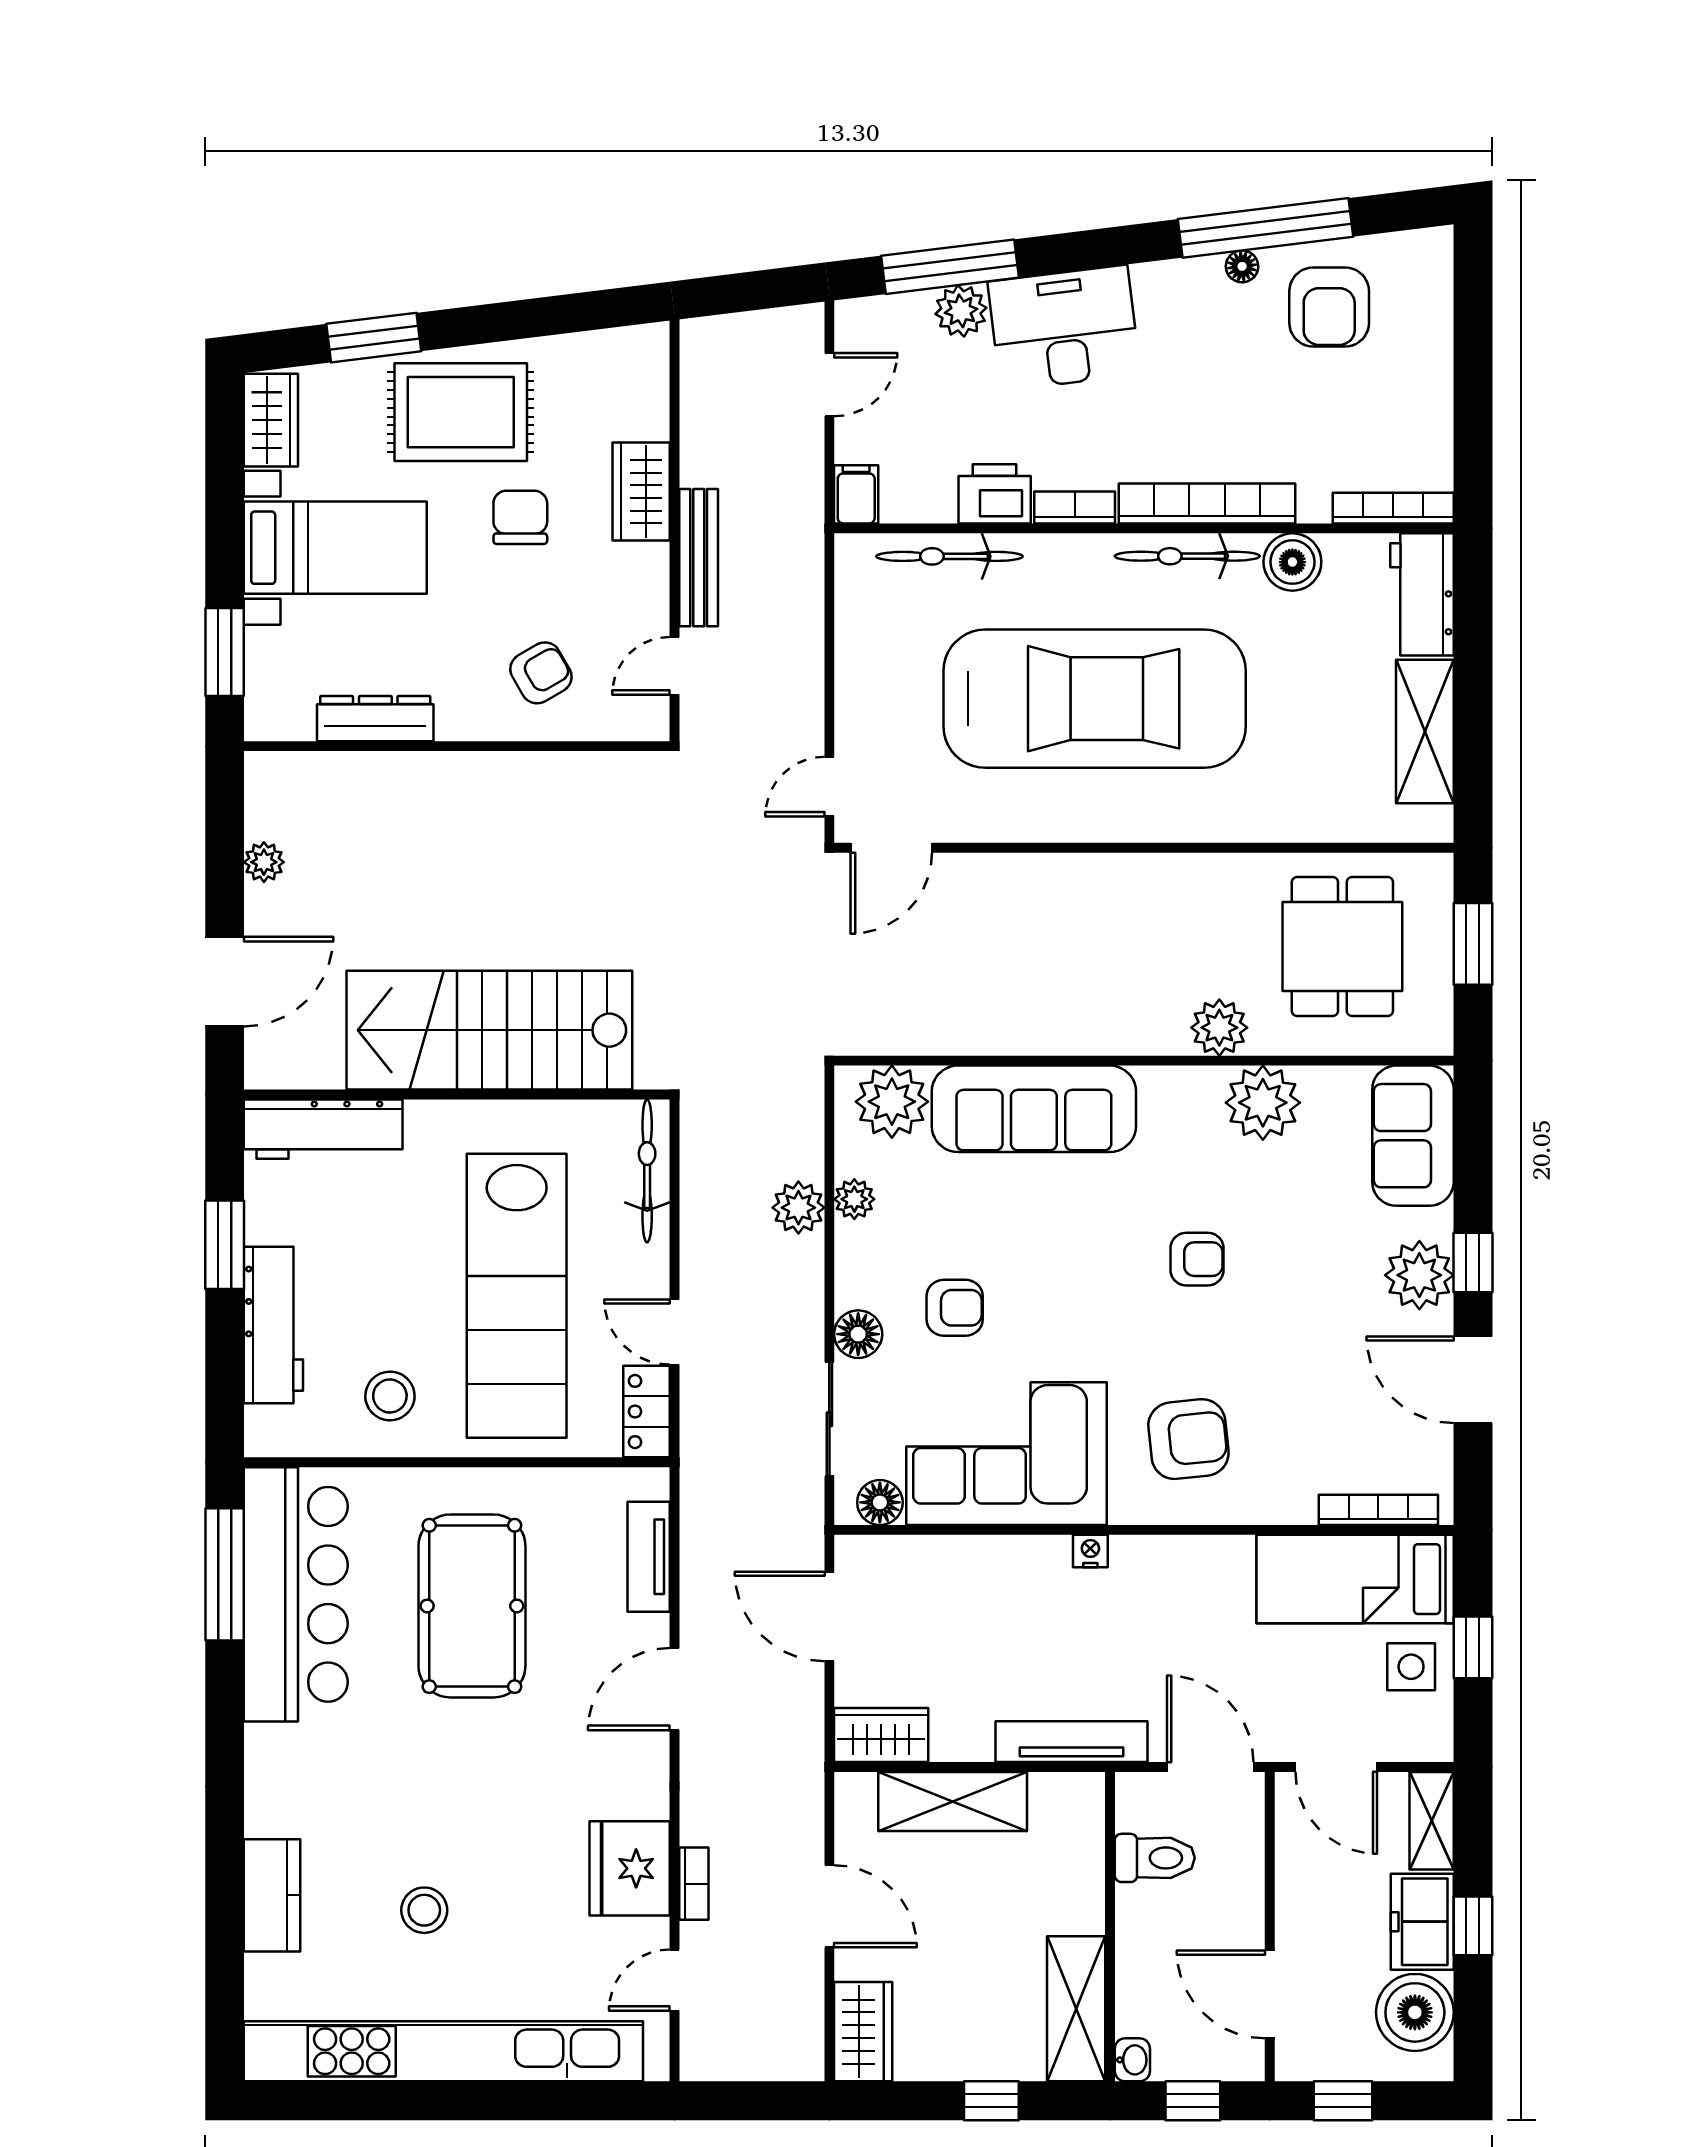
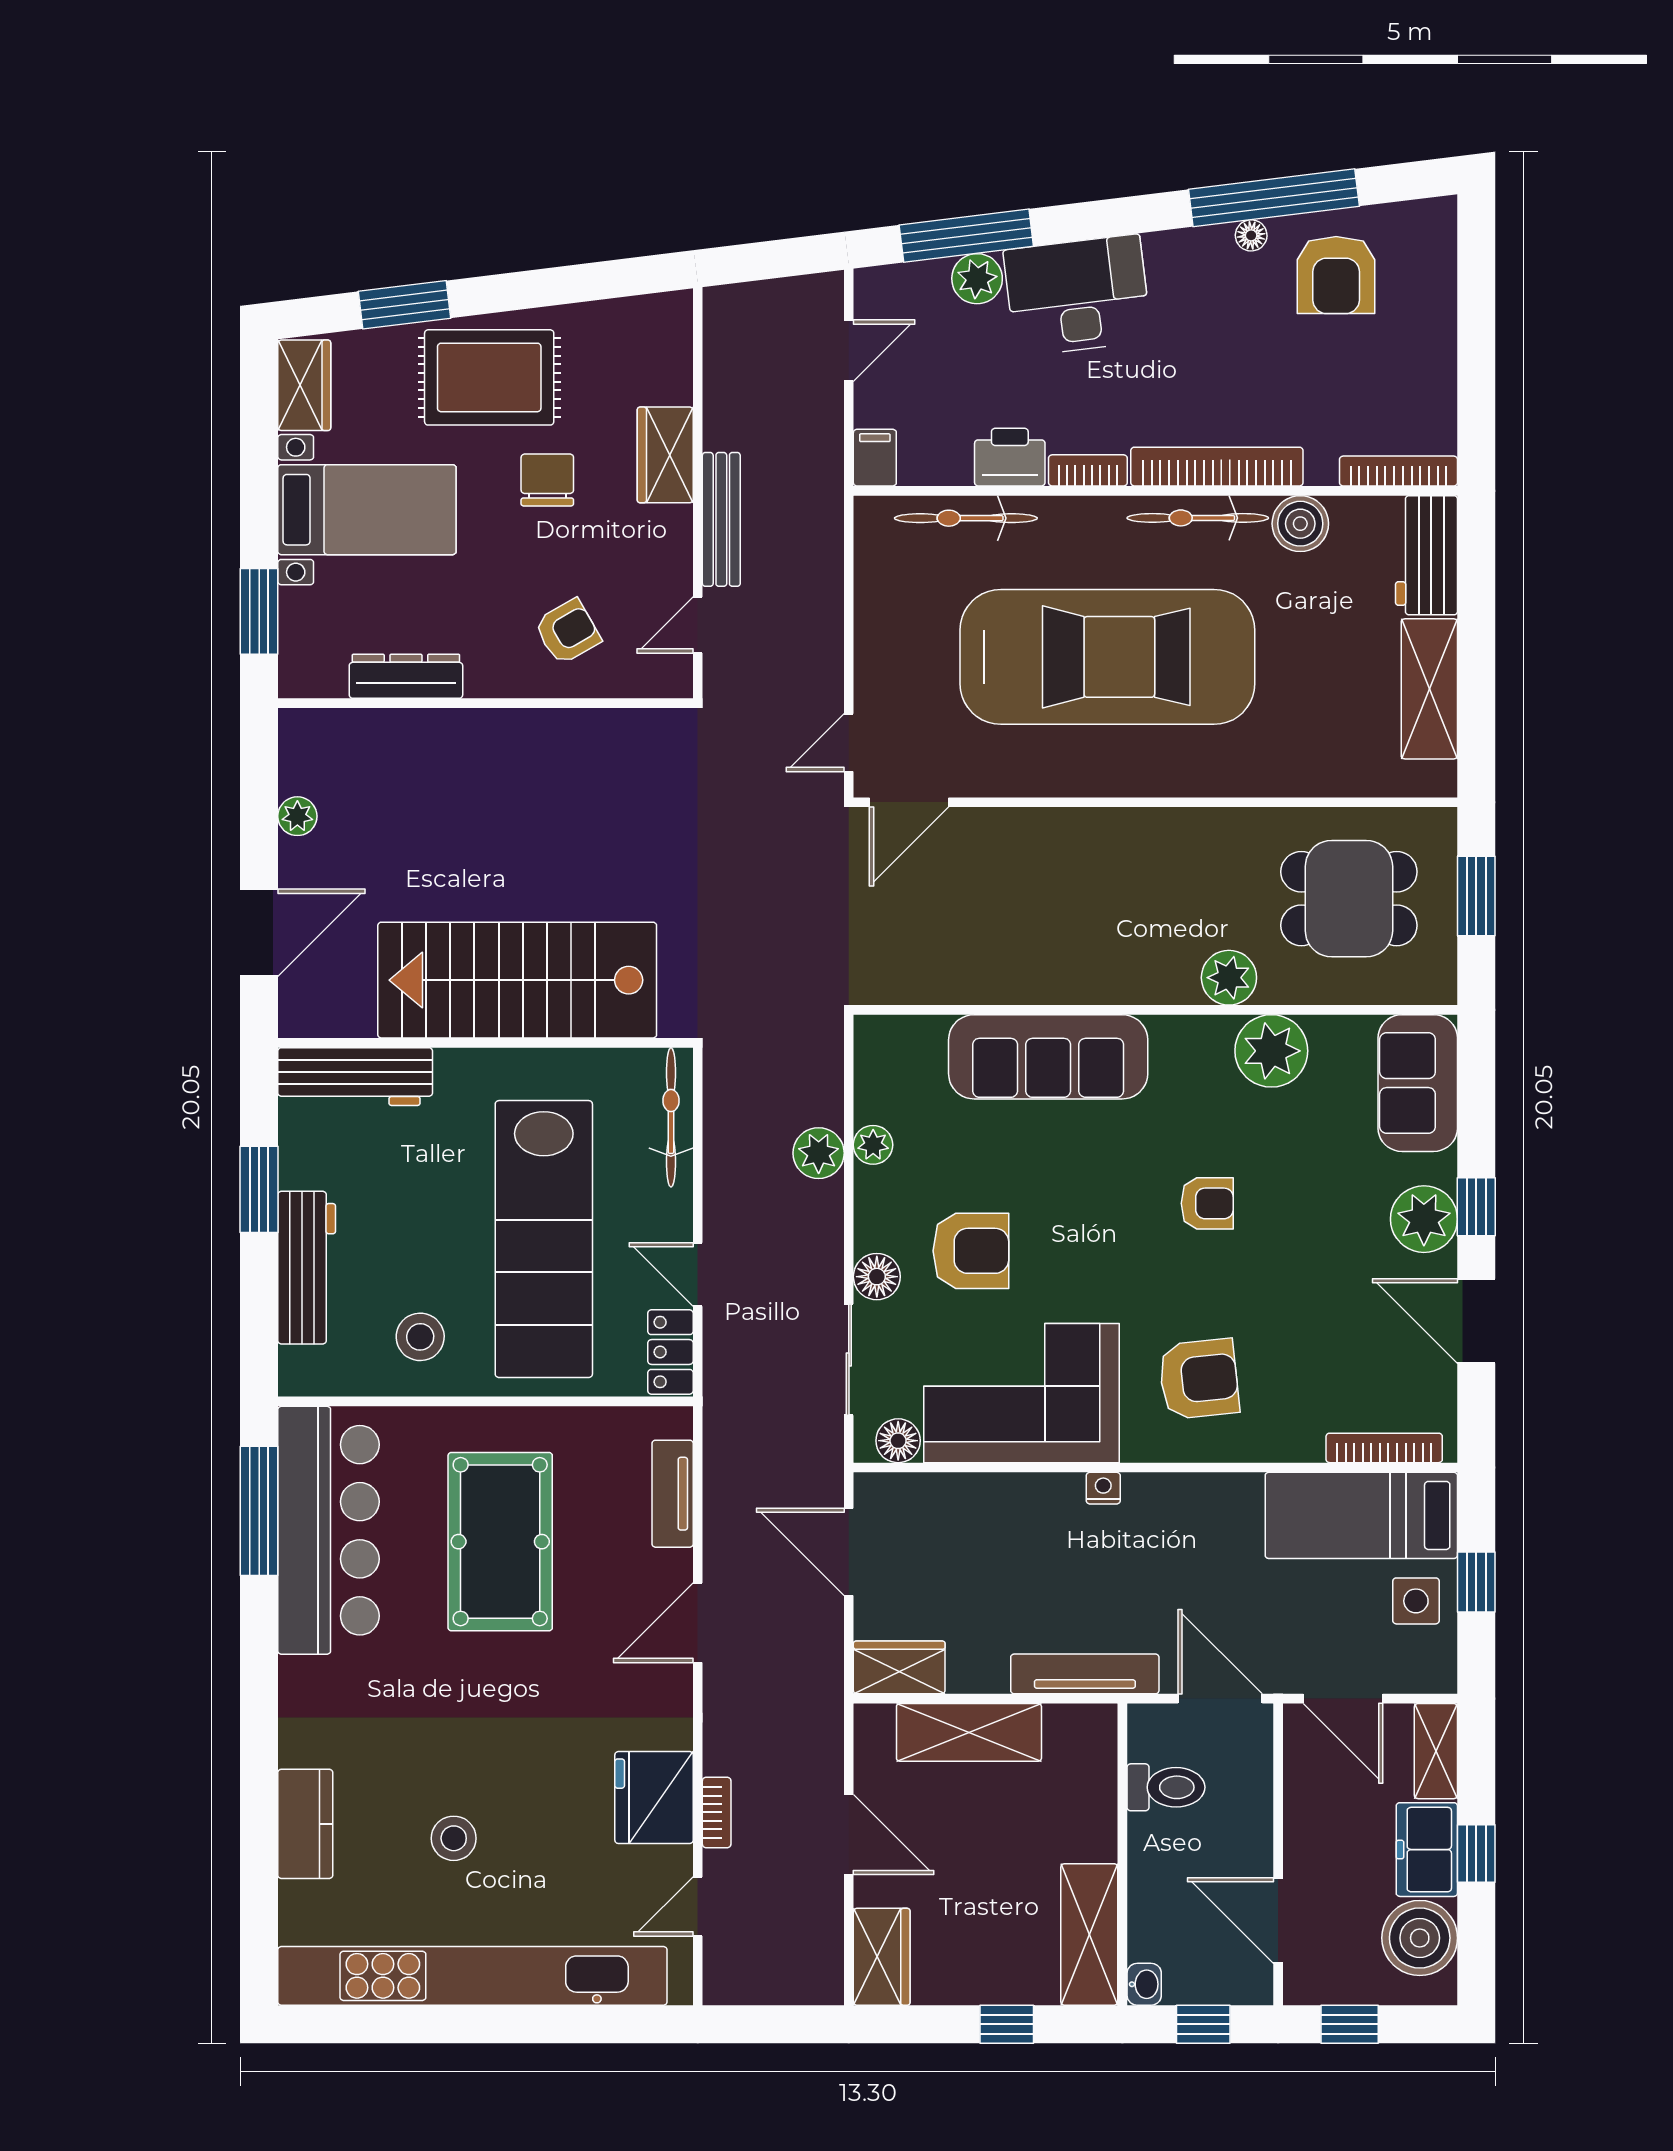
dining table: (1342, 946) -> (1349, 899), turned 90
plant: (892, 1102) -> (910, 1050), removed
armchair: (955, 1308) -> (971, 1251), width x1.38, depth x1.38

